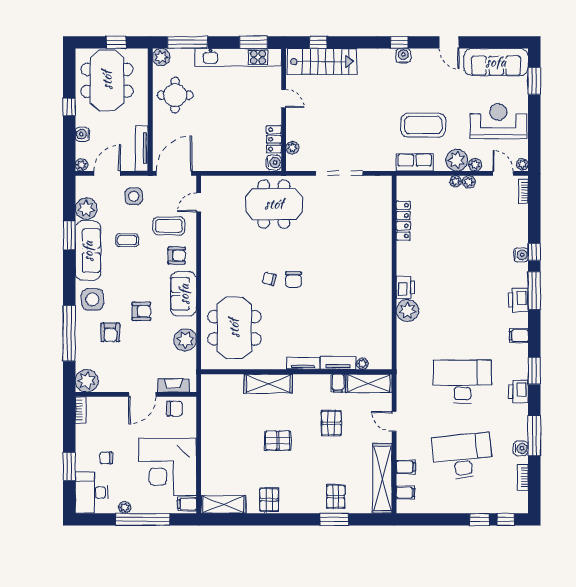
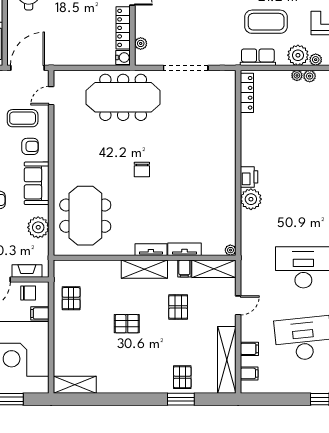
locker: (274, 139) -> (123, 28), width x1.53
meeting table: (274, 204) -> (123, 97), width x1.36
locker: (403, 221) -> (247, 93), moved
chair: (269, 279) -> (118, 169), removed
plant: (362, 364) -> (230, 250), moved
shelving: (268, 384) -> (144, 269), moved
door: (394, 421) -> (238, 305), swing flipped
pallet: (269, 500) -> (71, 298), moved
filing cabinet: (187, 504) -> (40, 313), moved

